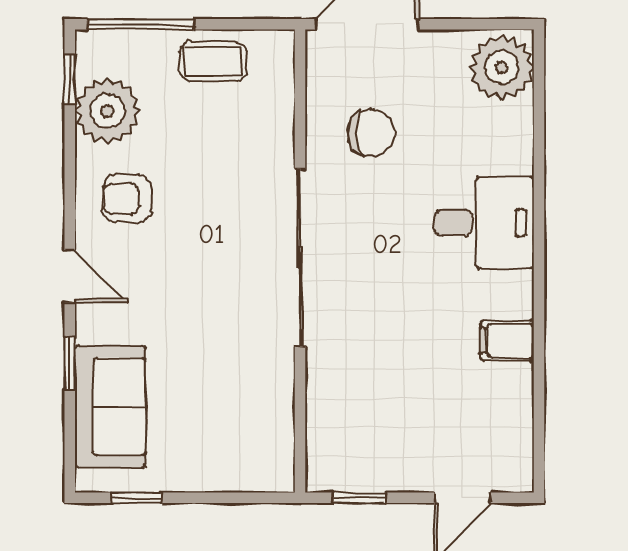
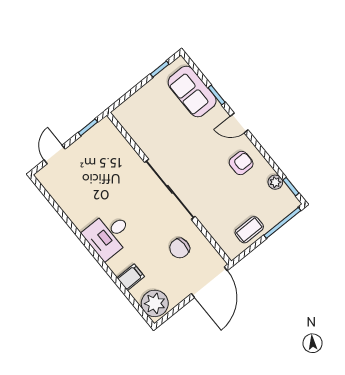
plant: (107, 111) -> (275, 182), width x0.53, depth x0.53
desk: (484, 223) -> (108, 235), moved
filing cabinet: (507, 341) -> (131, 277), moved

